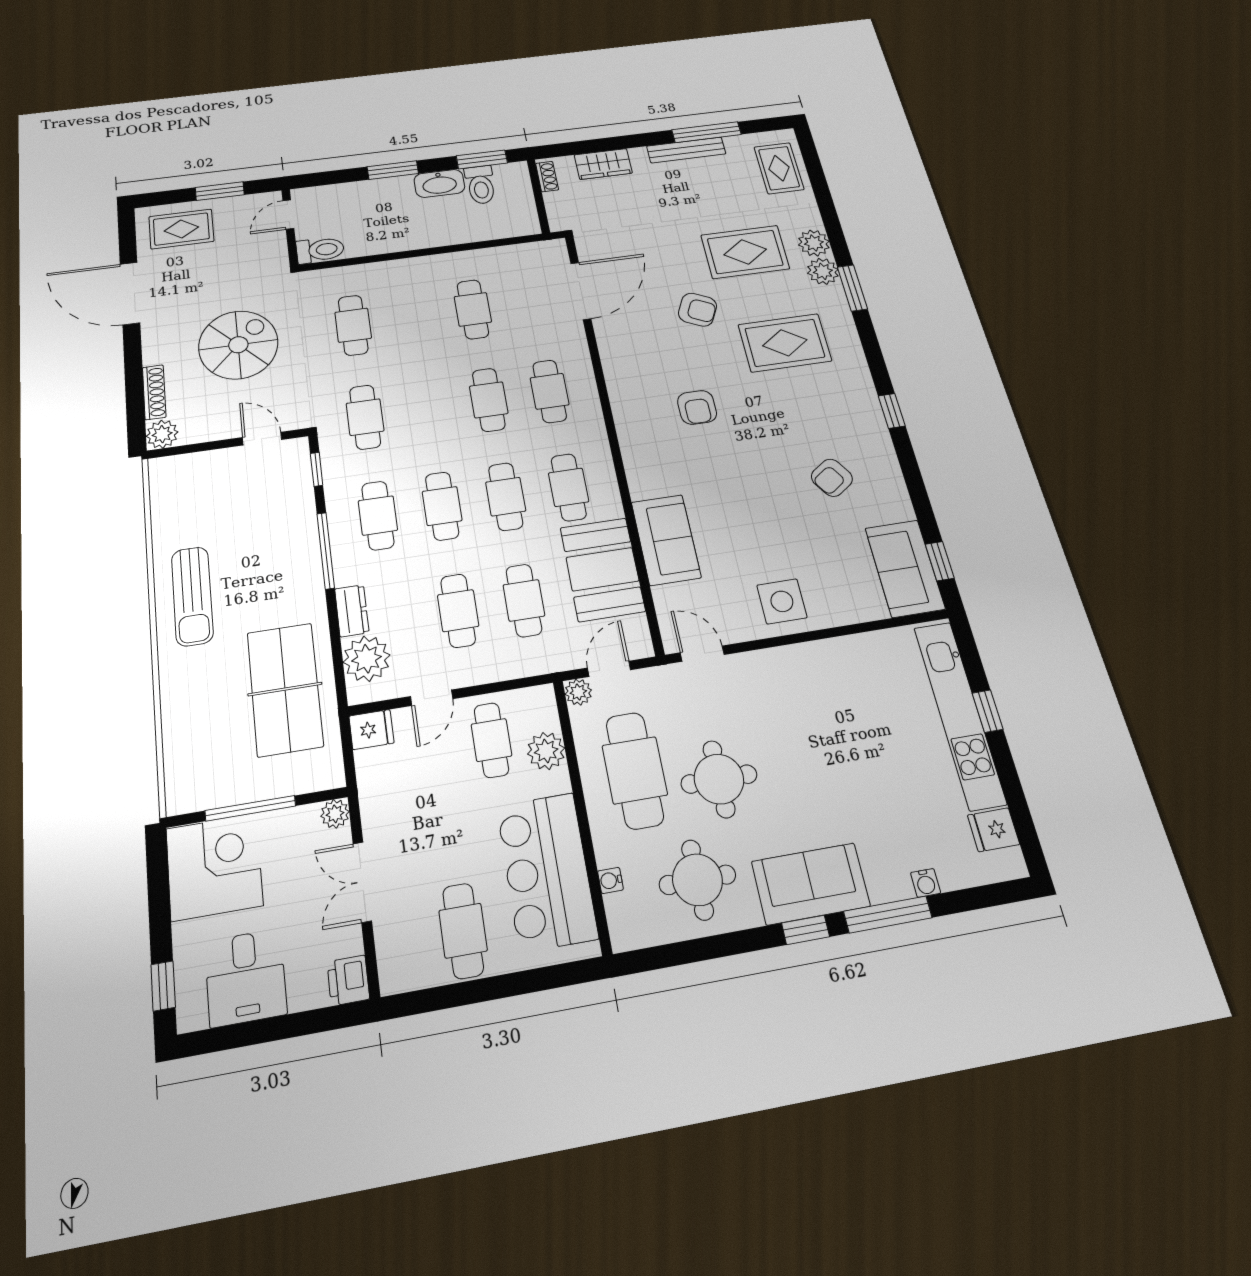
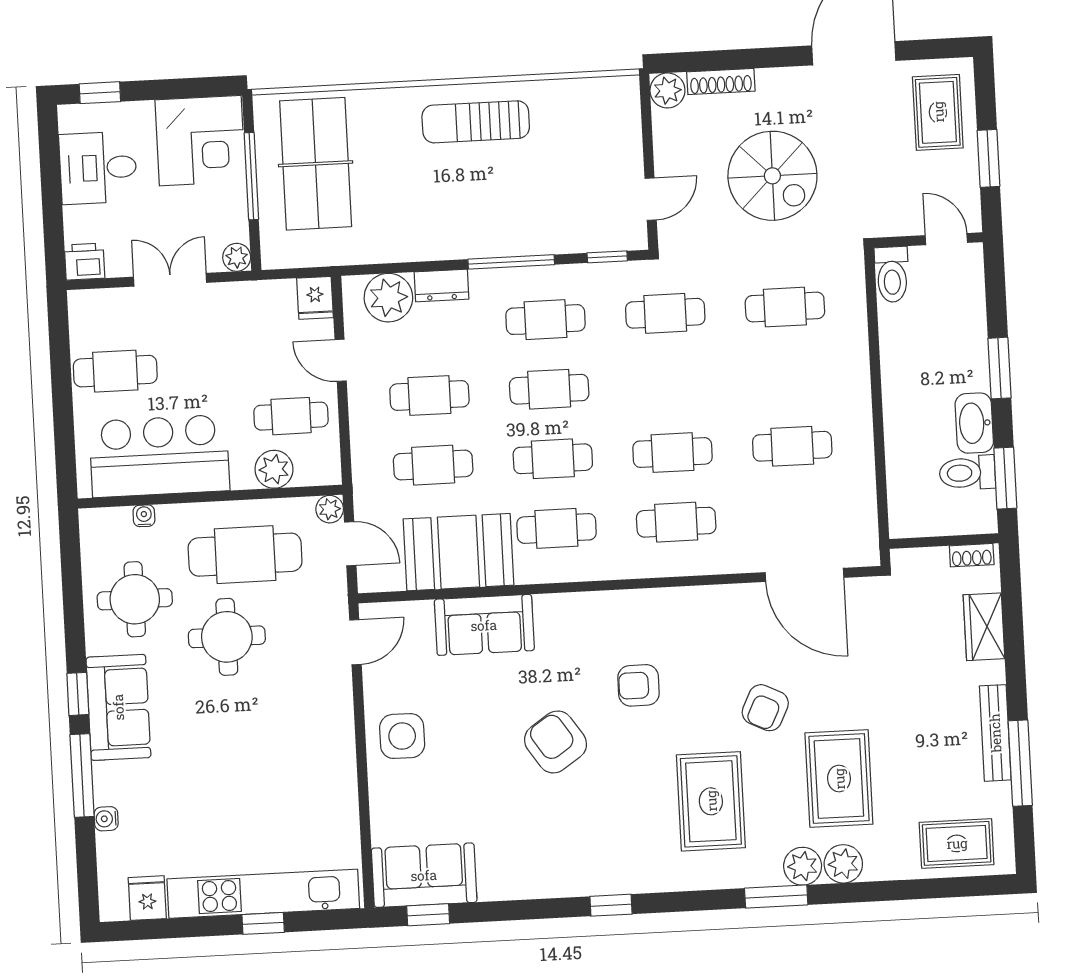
armchair: (832, 478) -> (556, 742), moved, width x1.38, depth x1.38
table tennis table: (285, 689) -> (316, 164), moved, turned 90

